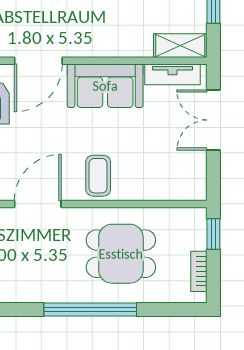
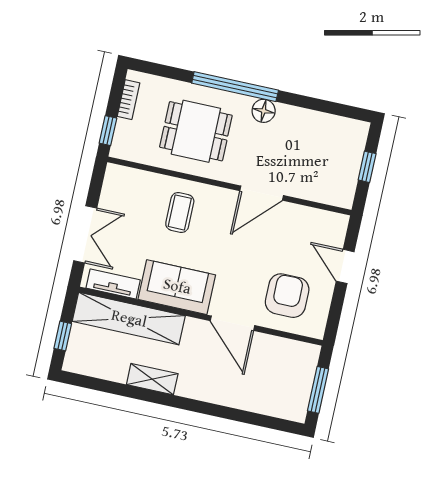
shelving: (180, 46) -> (129, 319), width x2.20, depth x1.33
door: (38, 61) -> (233, 323), swing flipped
coffee table: (98, 176) -> (180, 212), moved
floor lamp: (55, 291) -> (264, 111), added

